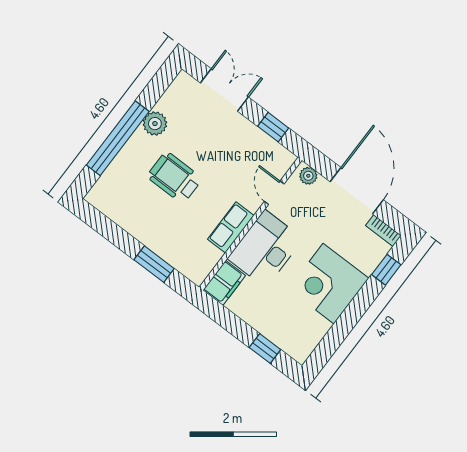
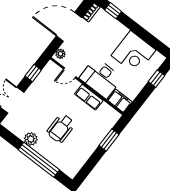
corner desk: (329, 284) -> (133, 53), moved

